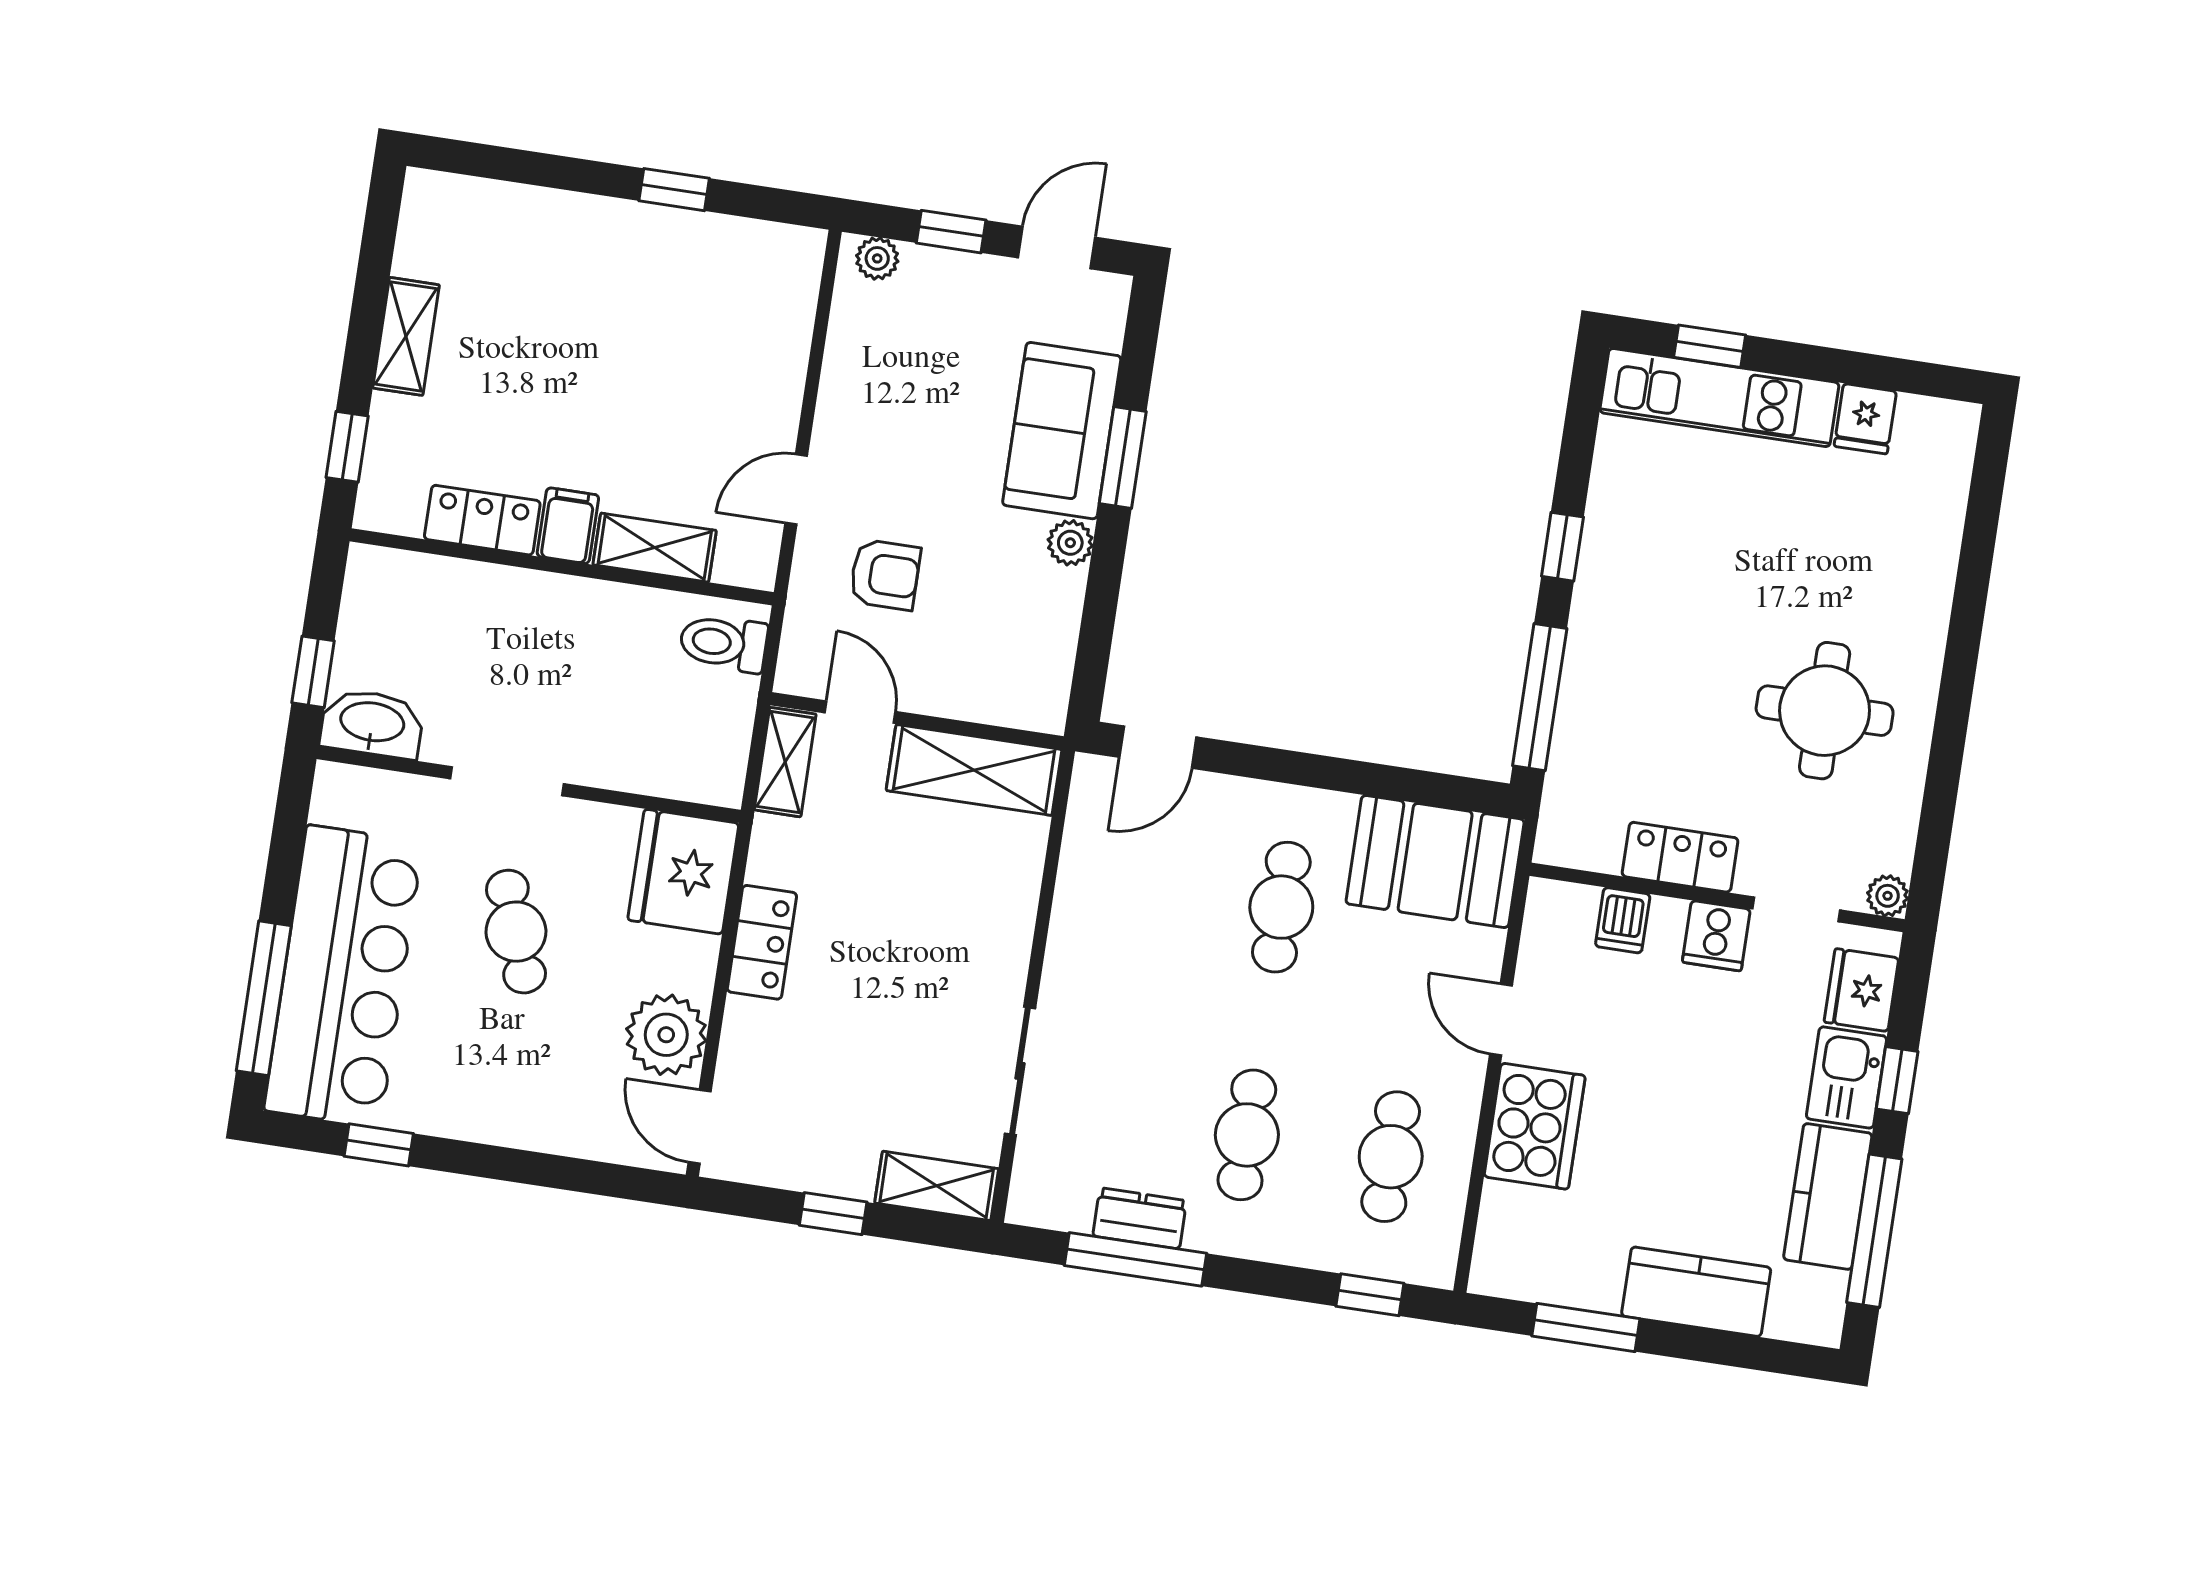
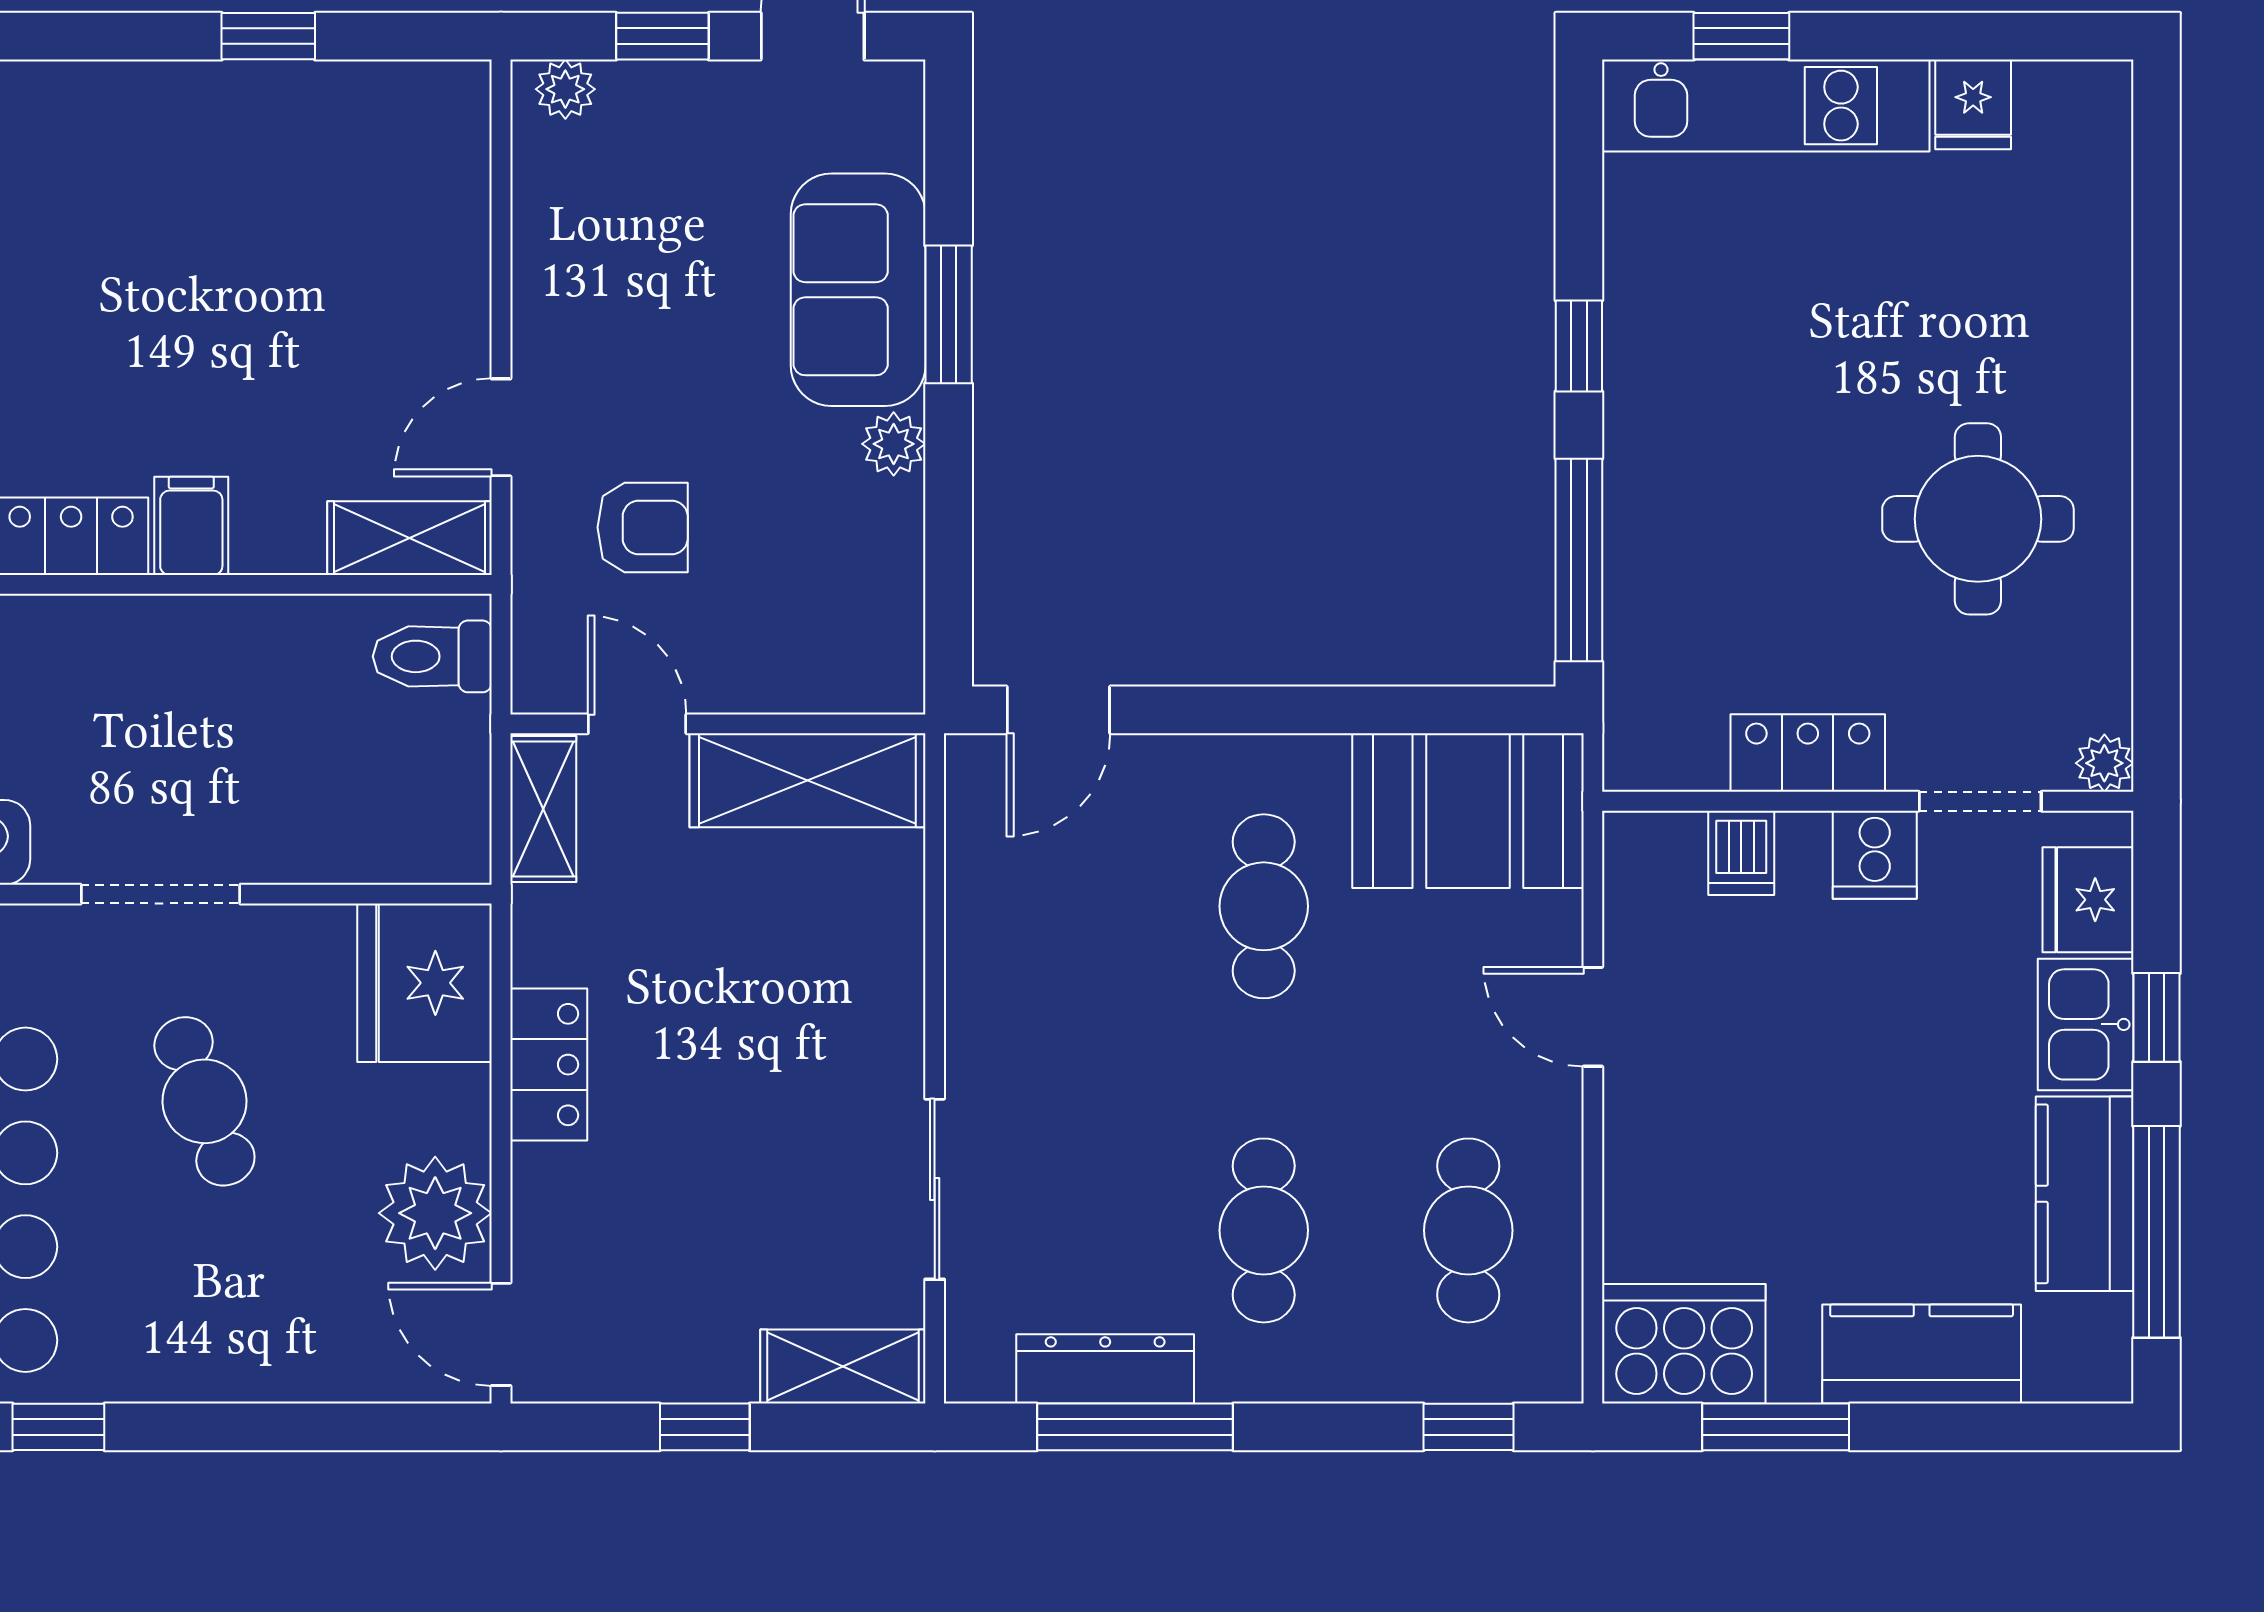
shelving: (655, 548) -> (410, 538), moved
cooker: (1535, 1126) -> (1684, 1344), moved, turned -90
dresser: (1140, 1218) -> (1105, 1369), width x1.44

